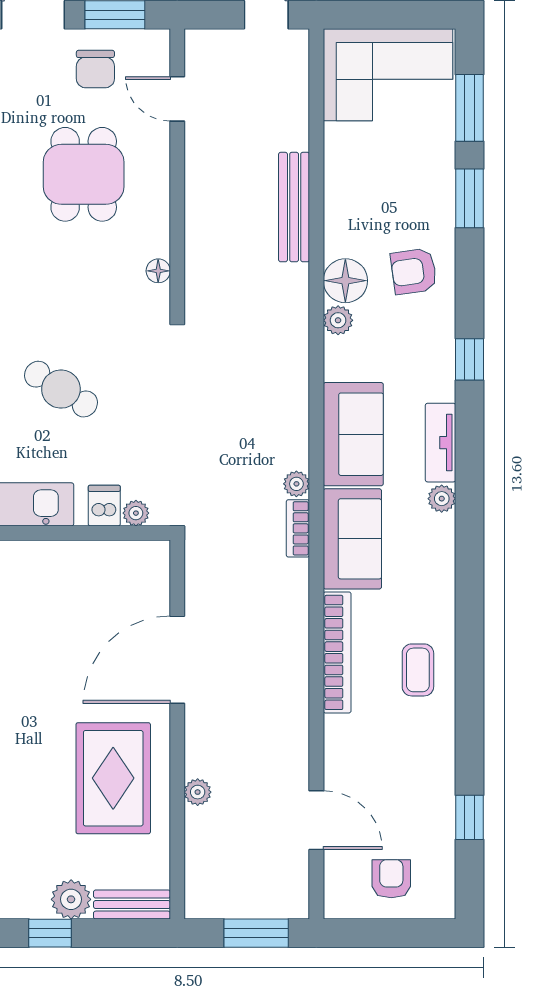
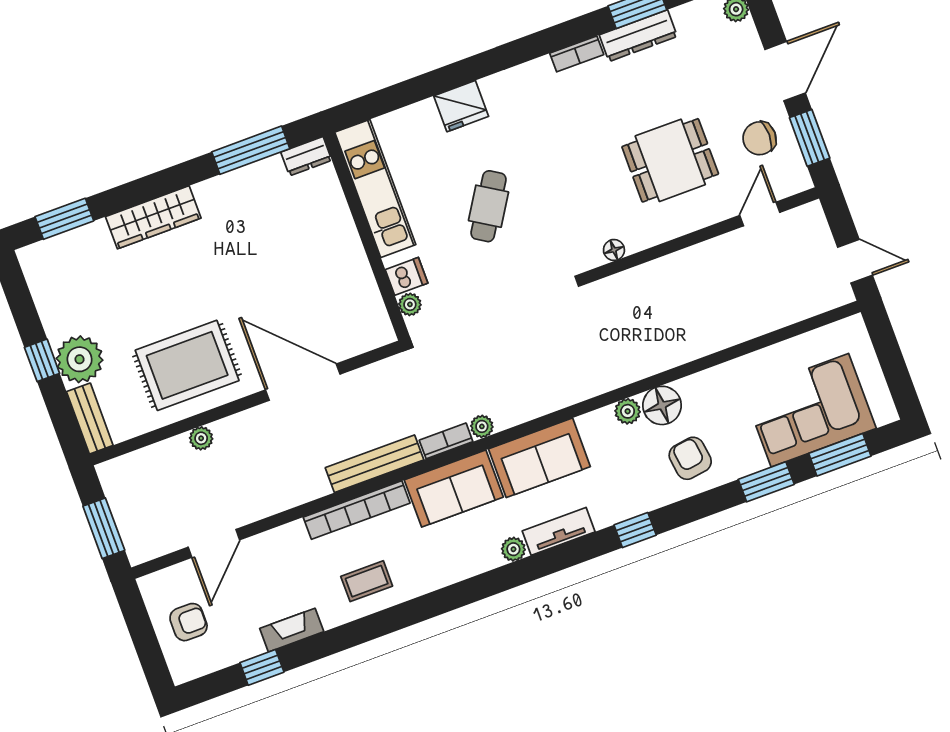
corner sofa: (388, 75) -> (810, 410), moved, turned 90
bench: (294, 207) -> (374, 464), moved
fireplace: (441, 770) -> (292, 630), added
plant: (71, 899) -> (80, 359), width x1.36, depth x1.36

